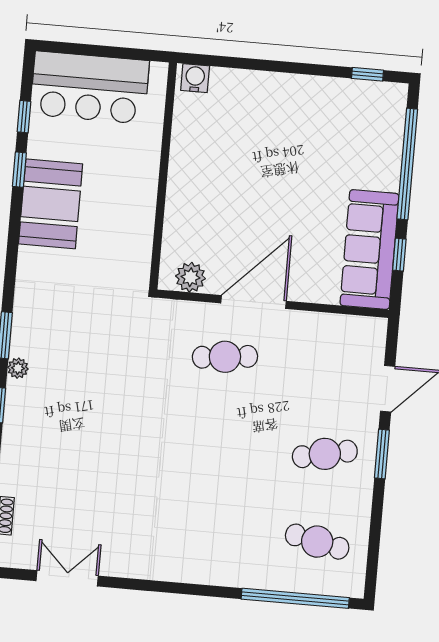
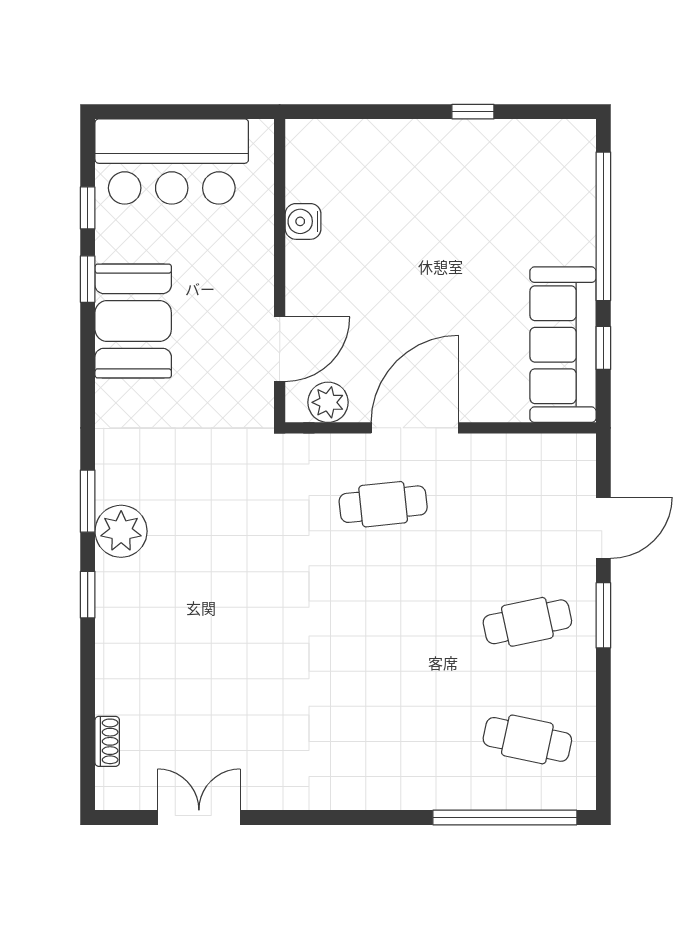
window: (367, 74) -> (473, 112), moved
water cooler: (195, 78) -> (303, 221), moved, turned -90
door: (158, 235) -> (280, 349), added
plant: (18, 368) -> (121, 531), width x1.88, depth x1.88

